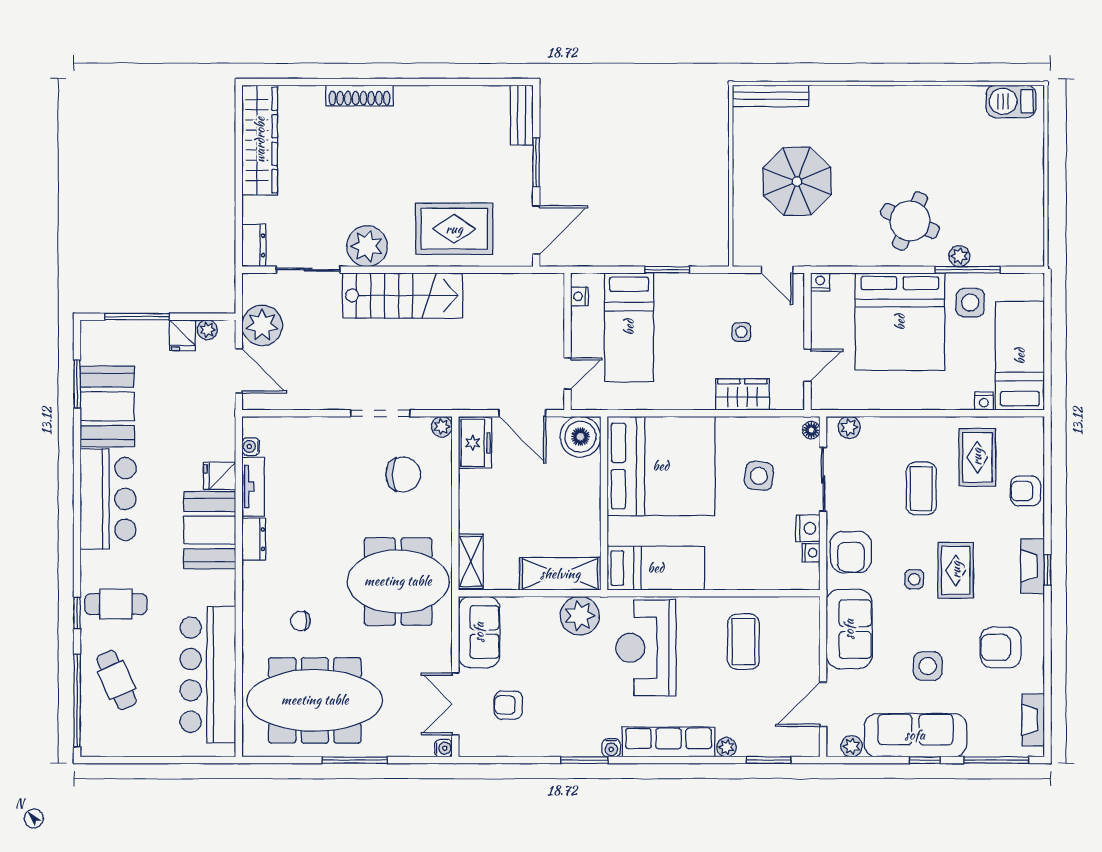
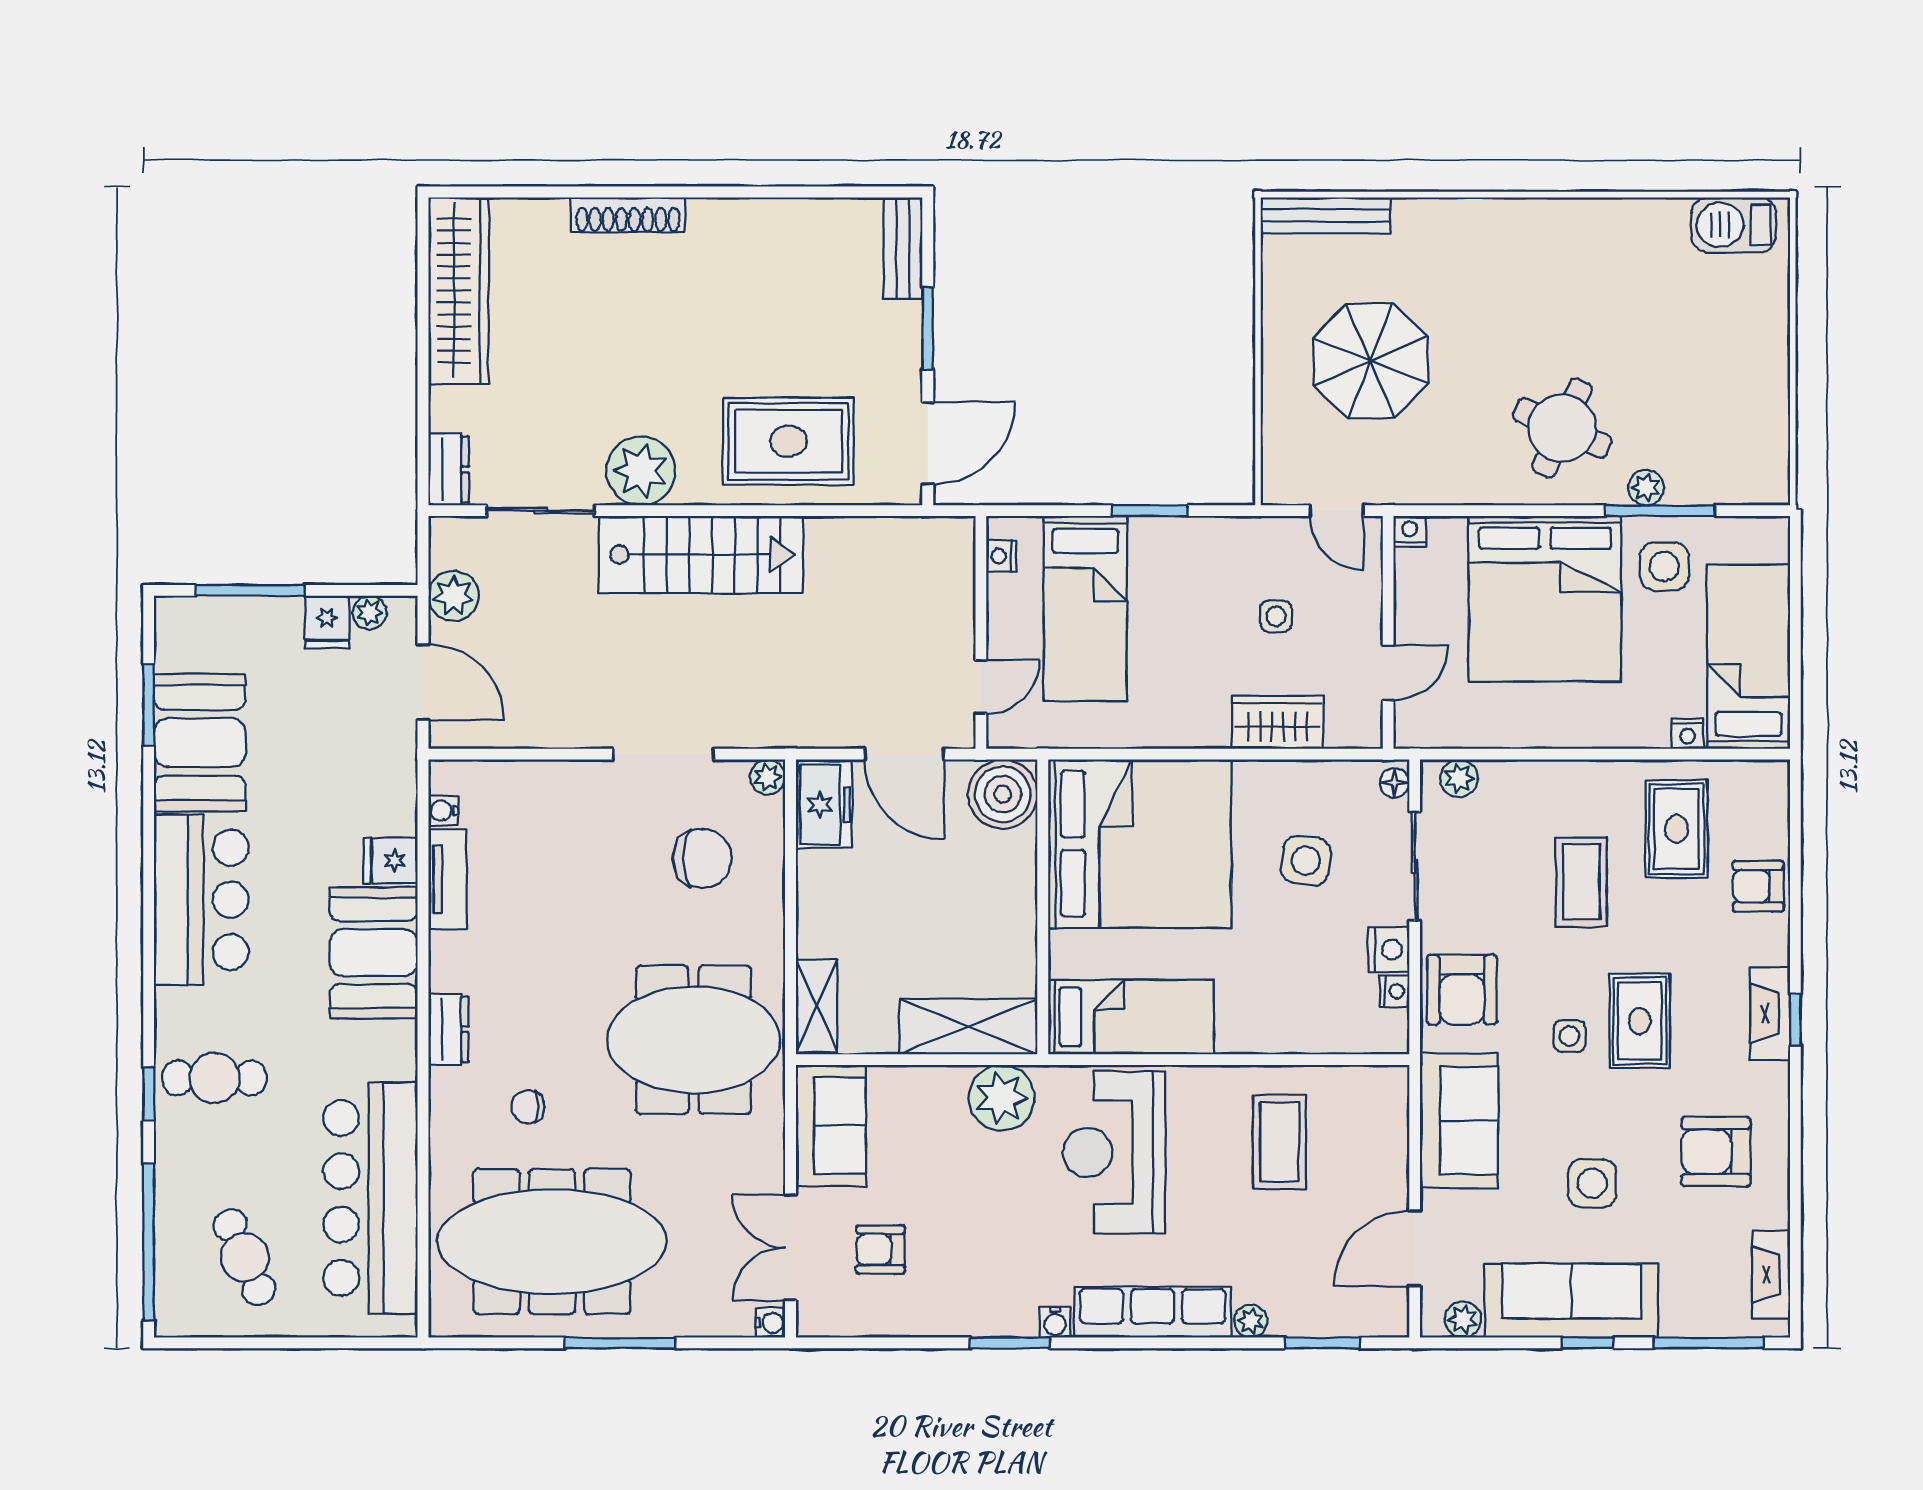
plant: (262, 325) -> (454, 596), width x0.73, depth x0.73
dresser: (254, 539) -> (448, 1029), moved
cafe table: (117, 680) -> (245, 1257), moved

